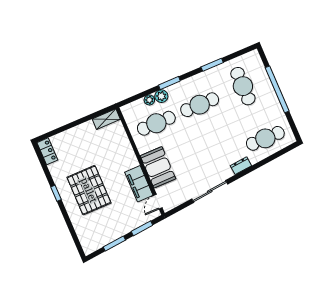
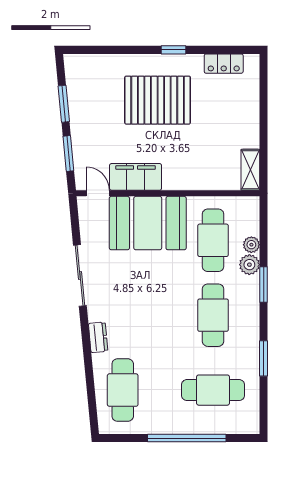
locker: (47, 151) -> (224, 64), moved
booth: (158, 167) -> (148, 223), width x1.36, depth x1.42

